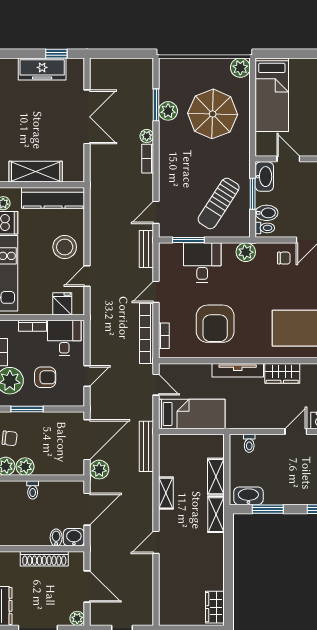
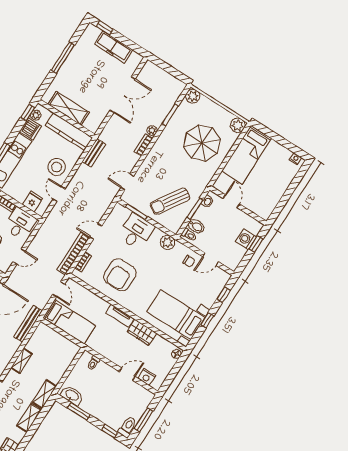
window: (56, 54) -> (105, 28), moved
plant: (168, 111) -> (193, 96), moved
washbasin: (264, 177) -> (207, 202), width x0.52, depth x0.69
bench: (146, 249) -> (94, 153), moved
door: (87, 276) -> (59, 194), hinge flipped
tv unit: (238, 370) -> (120, 316), width x0.71
shelving: (216, 477) -> (29, 418), moved

